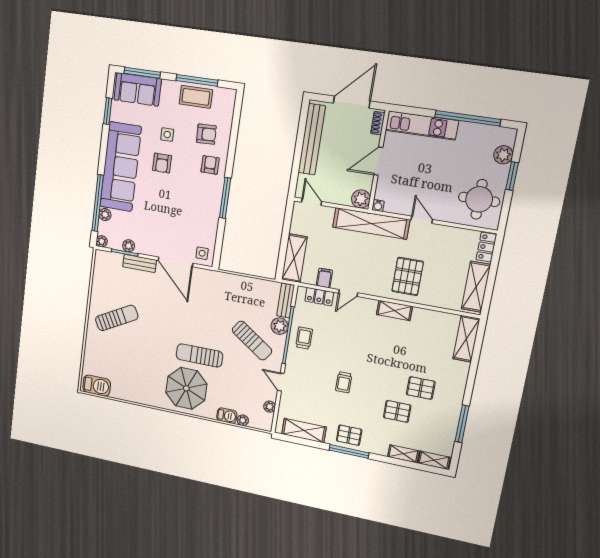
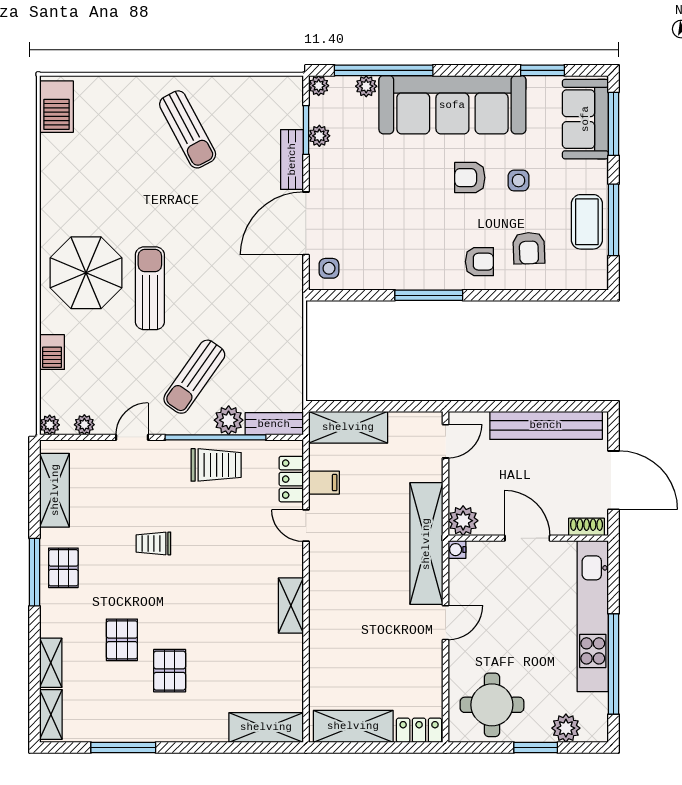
kitchen unit: (422, 125) -> (593, 616), width x1.36
pallet: (408, 276) -> (351, 617), removed
trolley: (304, 338) -> (216, 465), width x1.36, depth x1.39
plant: (243, 420) -> (50, 425), moved

